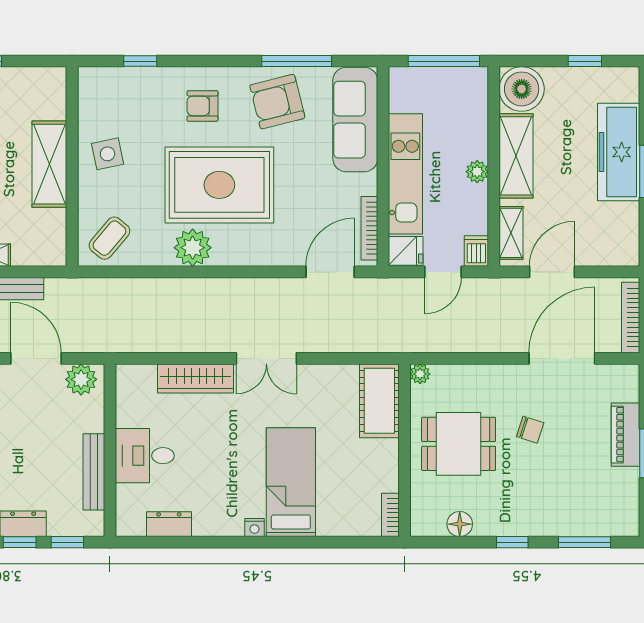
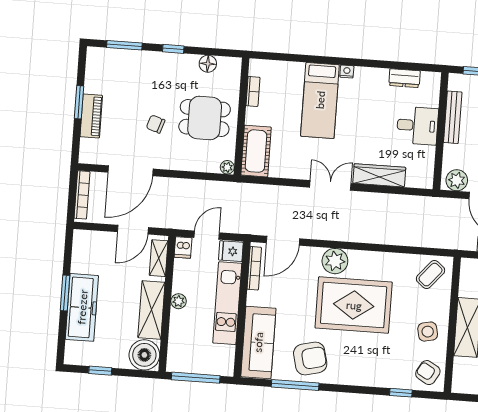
armchair: (202, 106) -> (428, 373), moved, turned -150
plant: (193, 248) -> (335, 261), moved
bookcase: (390, 515) -> (253, 91), moved

